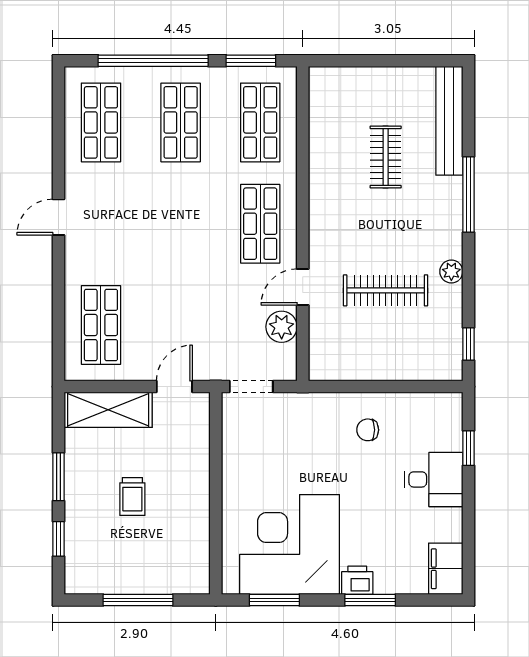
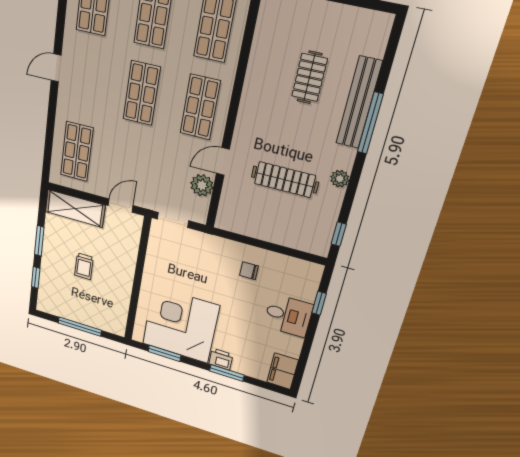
bench: (449, 121) -> (359, 103), moved
shop shelf: (181, 224) -> (142, 93), added

